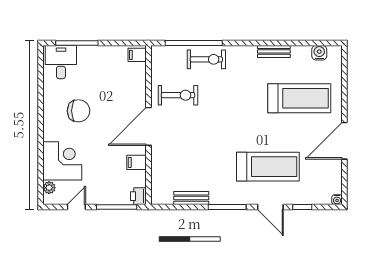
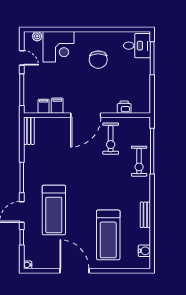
filing cabinet: (137, 55) -> (44, 106), moved
door: (148, 126) -> (86, 115), swing flipped
printer: (138, 196) -> (124, 107), moved
bench: (191, 198) -> (29, 131), moved

